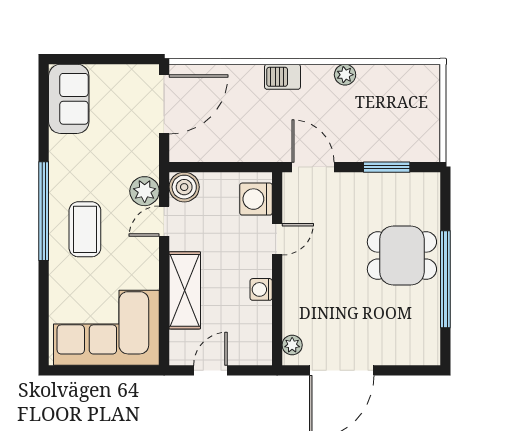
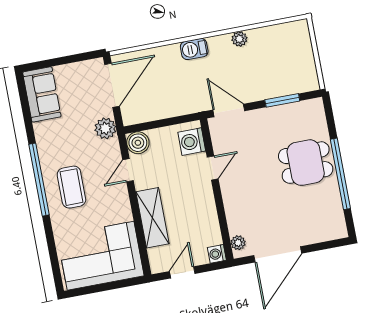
plant: (145, 191) -> (105, 128), moved
washing machine: (261, 289) -> (217, 254), moved

